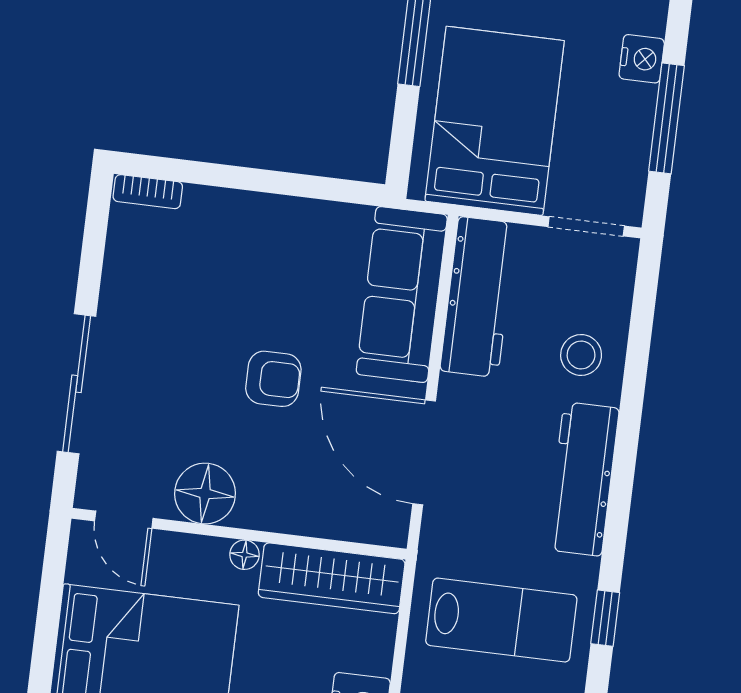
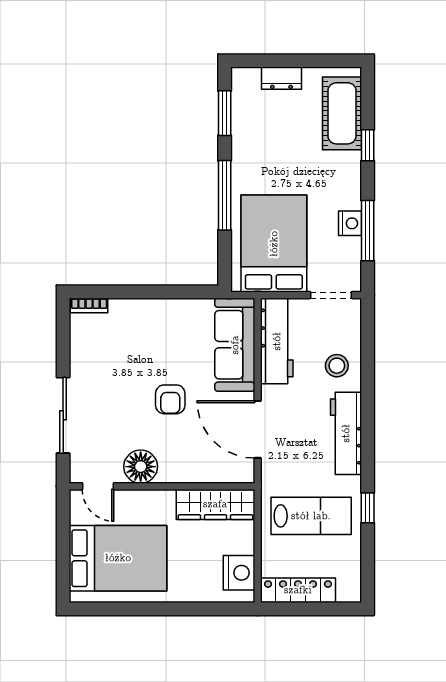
nightstand: (642, 59) -> (350, 223), moved
armchair: (273, 379) -> (170, 399), turned 90
floor lamp: (244, 555) -> (166, 497), removed

